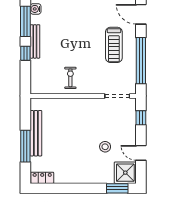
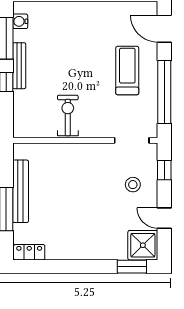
treadmill: (114, 45) -> (127, 70), turned 180
exercise bike: (70, 78) -> (68, 116), width x1.38, depth x1.39
stool: (105, 147) -> (133, 185), moved

